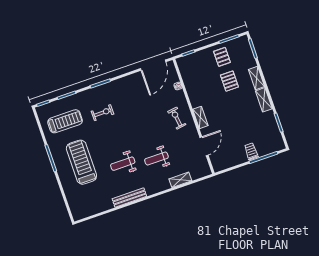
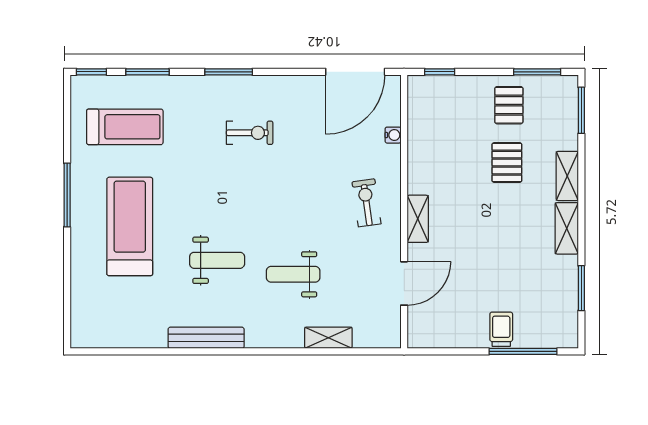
exercise bike: (103, 113) -> (250, 133), moved
weight bench: (123, 164) -> (217, 260), turned 180

